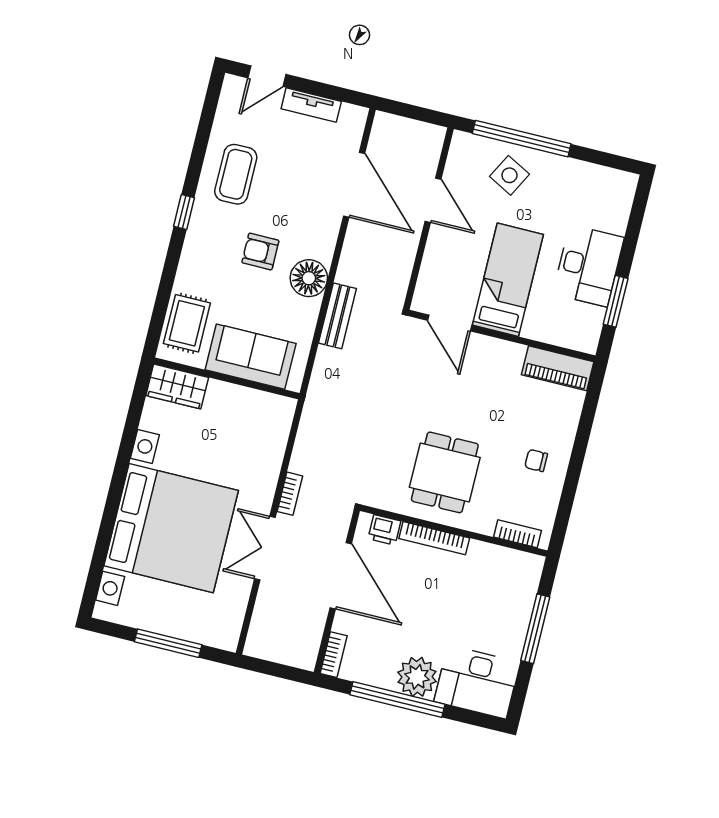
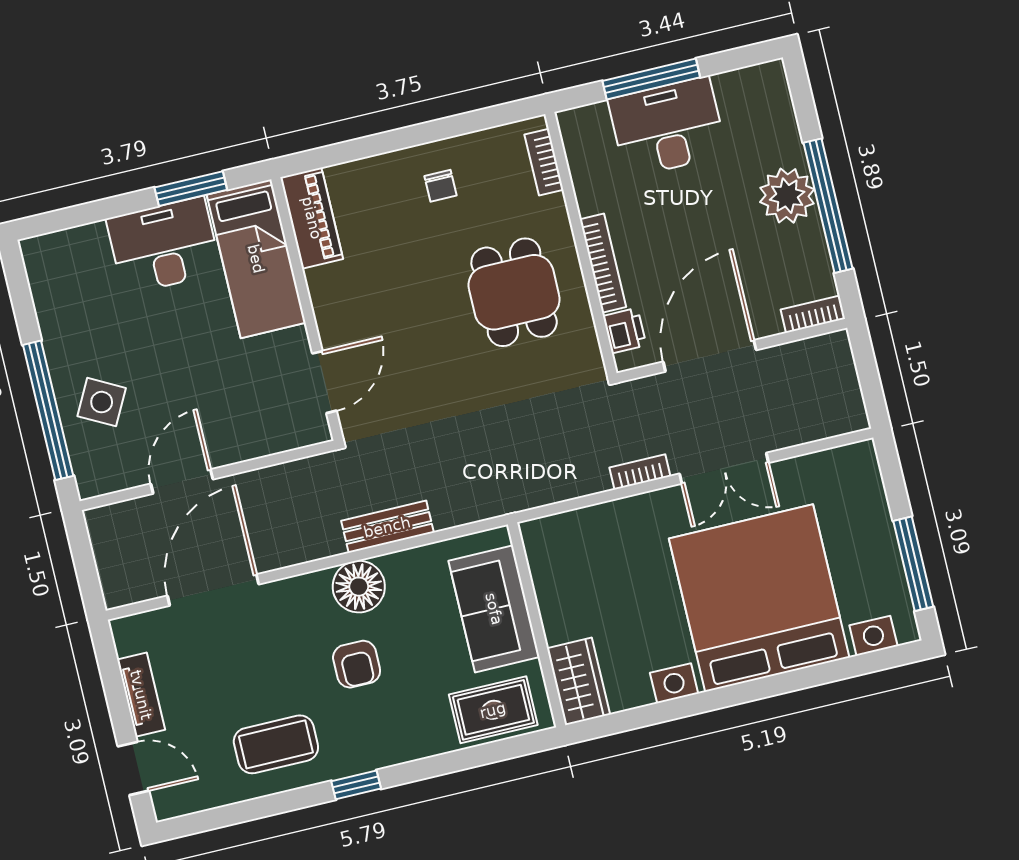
bed: (508, 280) -> (256, 259), moved, turned -90
dining table: (445, 472) -> (514, 292), turned 90
window: (168, 643) -> (913, 564), moved
desk: (477, 682) -> (667, 127), moved, turned -90

